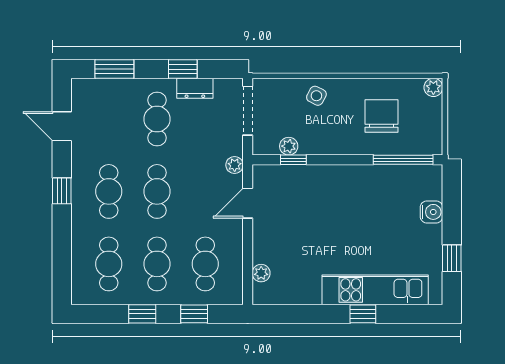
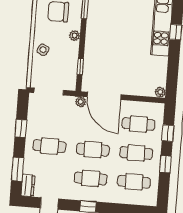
dresser: (195, 88) -> (28, 185), moved
plant: (289, 146) -> (75, 36), moved
door: (248, 203) -> (104, 96), width x1.88
plant: (261, 273) -> (160, 92), moved

